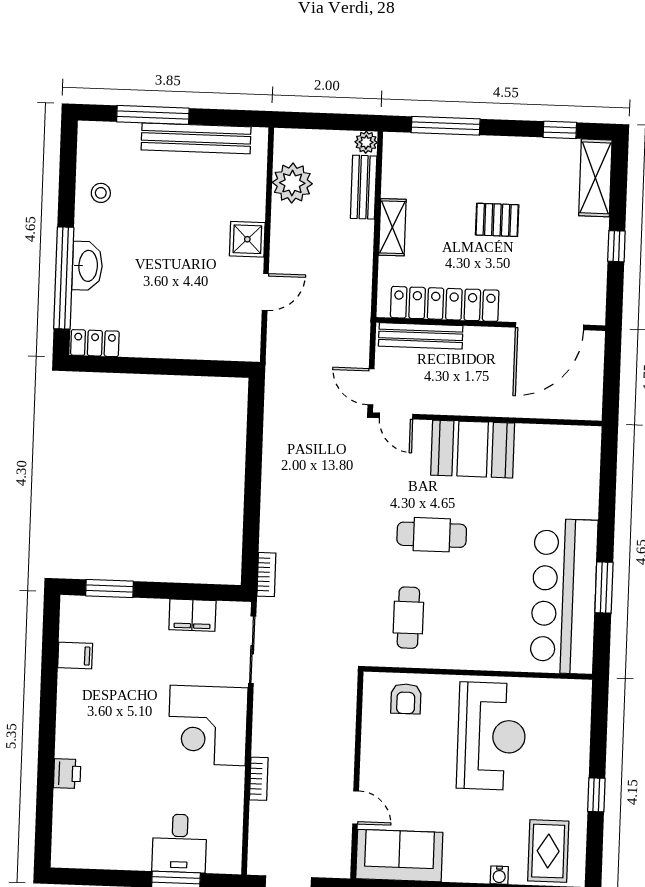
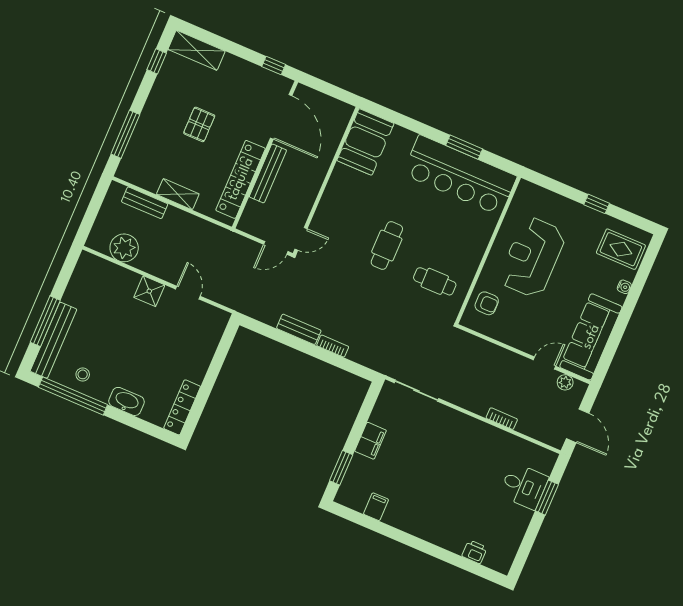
bench: (196, 138) -> (53, 340), moved
plant: (366, 142) -> (565, 382), moved
window: (616, 246) -> (274, 65), moved
window: (64, 278) -> (73, 396), moved
bench: (421, 336) -> (268, 173), moved
locker: (95, 343) -> (182, 407), width x1.53
booth: (473, 449) -> (365, 142), moved
bench: (273, 460) -> (299, 329), added
bookcase: (266, 575) -> (333, 346), moved
filing cabinet: (192, 615) -> (371, 441), moved
corner desk: (208, 725) -> (454, 438), removed
reception desk: (491, 736) -> (532, 257), turned -90
printer: (67, 774) -> (475, 552), moved
sofa: (399, 856) -> (591, 337), width x1.36

